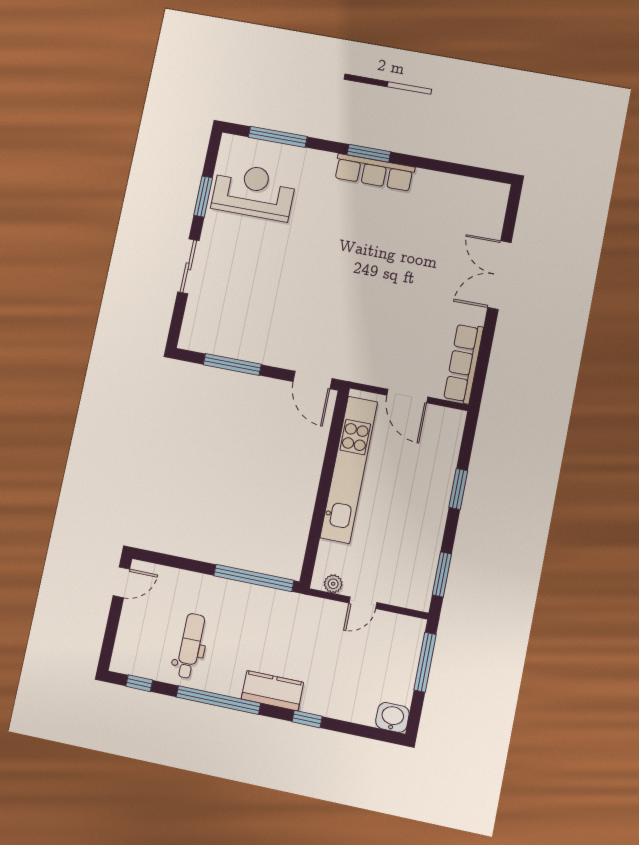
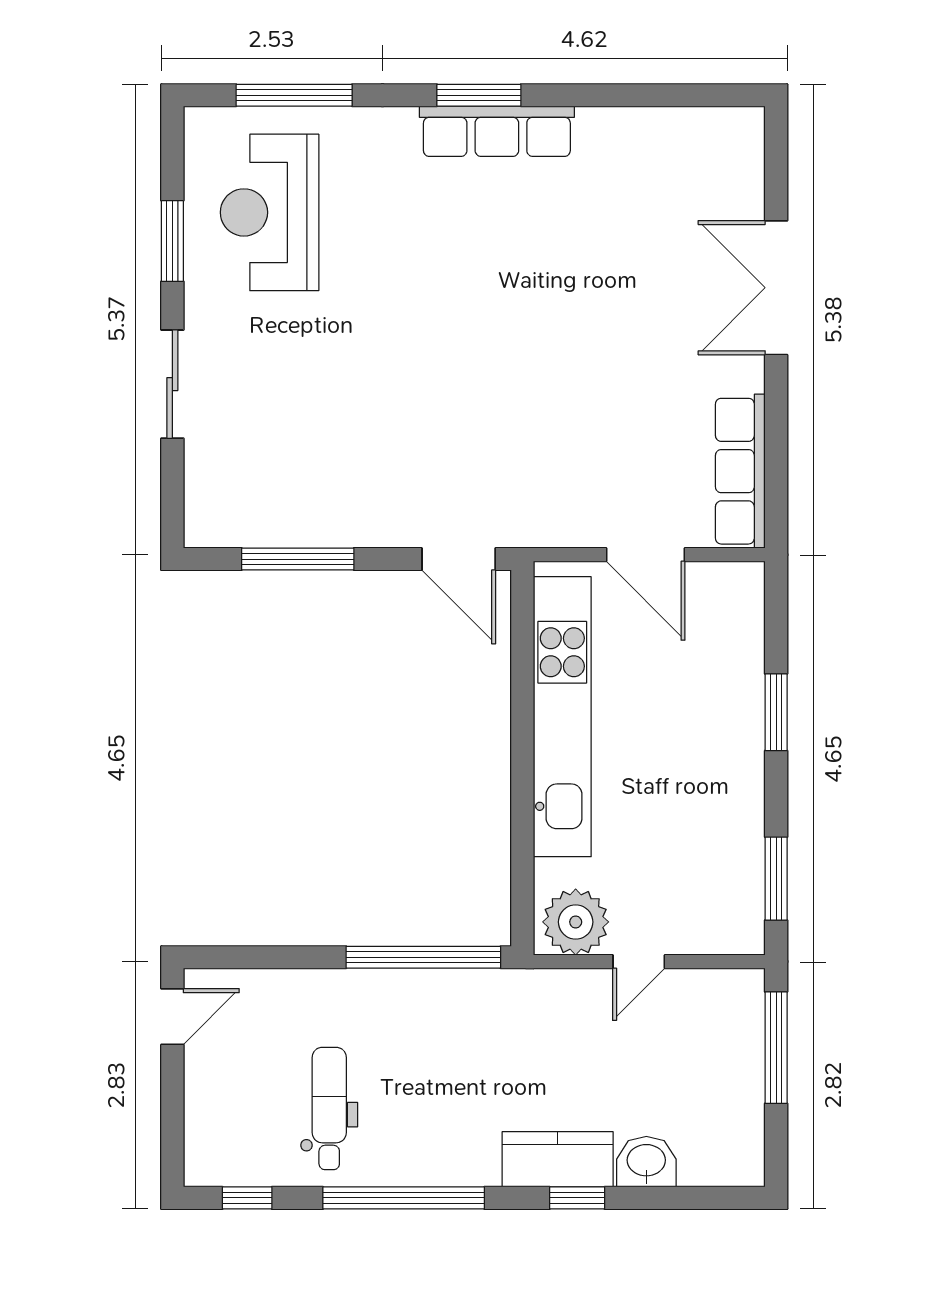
reception desk: (254, 191) -> (270, 212), turned -90
plant: (333, 584) -> (576, 922), width x1.87, depth x1.87
kitchen counter: (272, 691) -> (558, 1159), moved
washbasin: (392, 717) -> (646, 1162), moved

